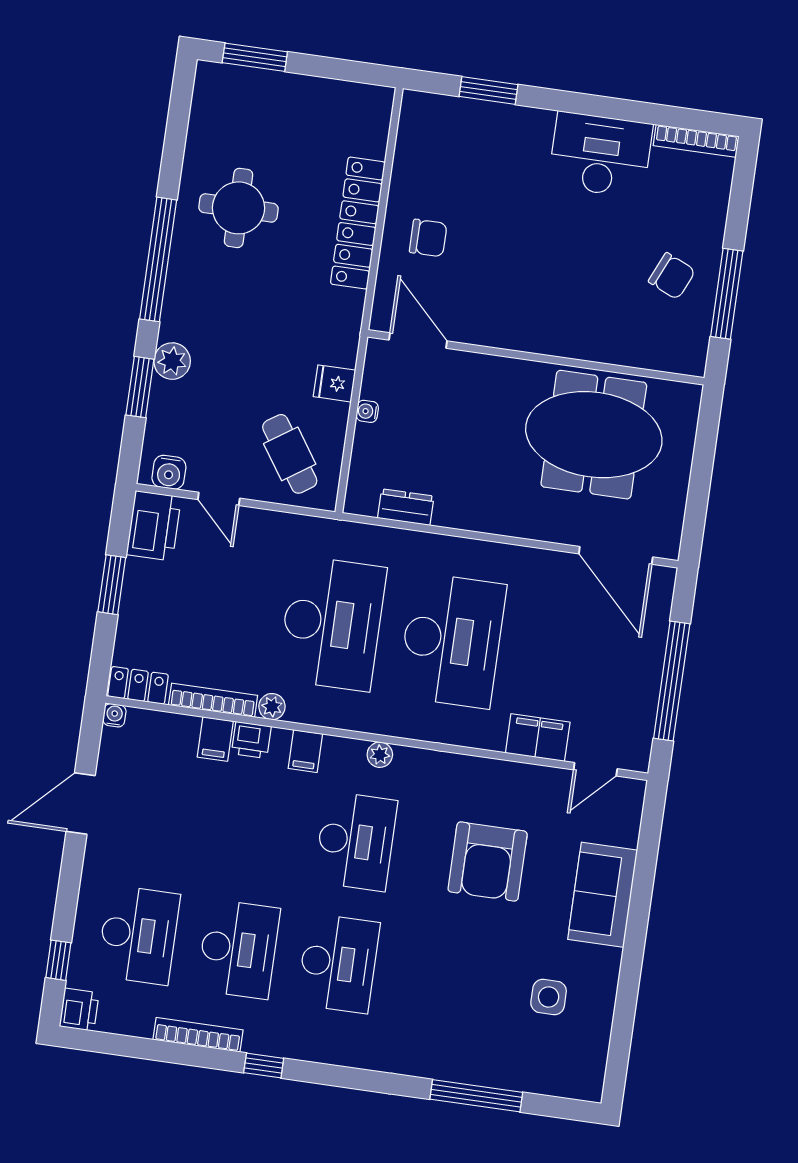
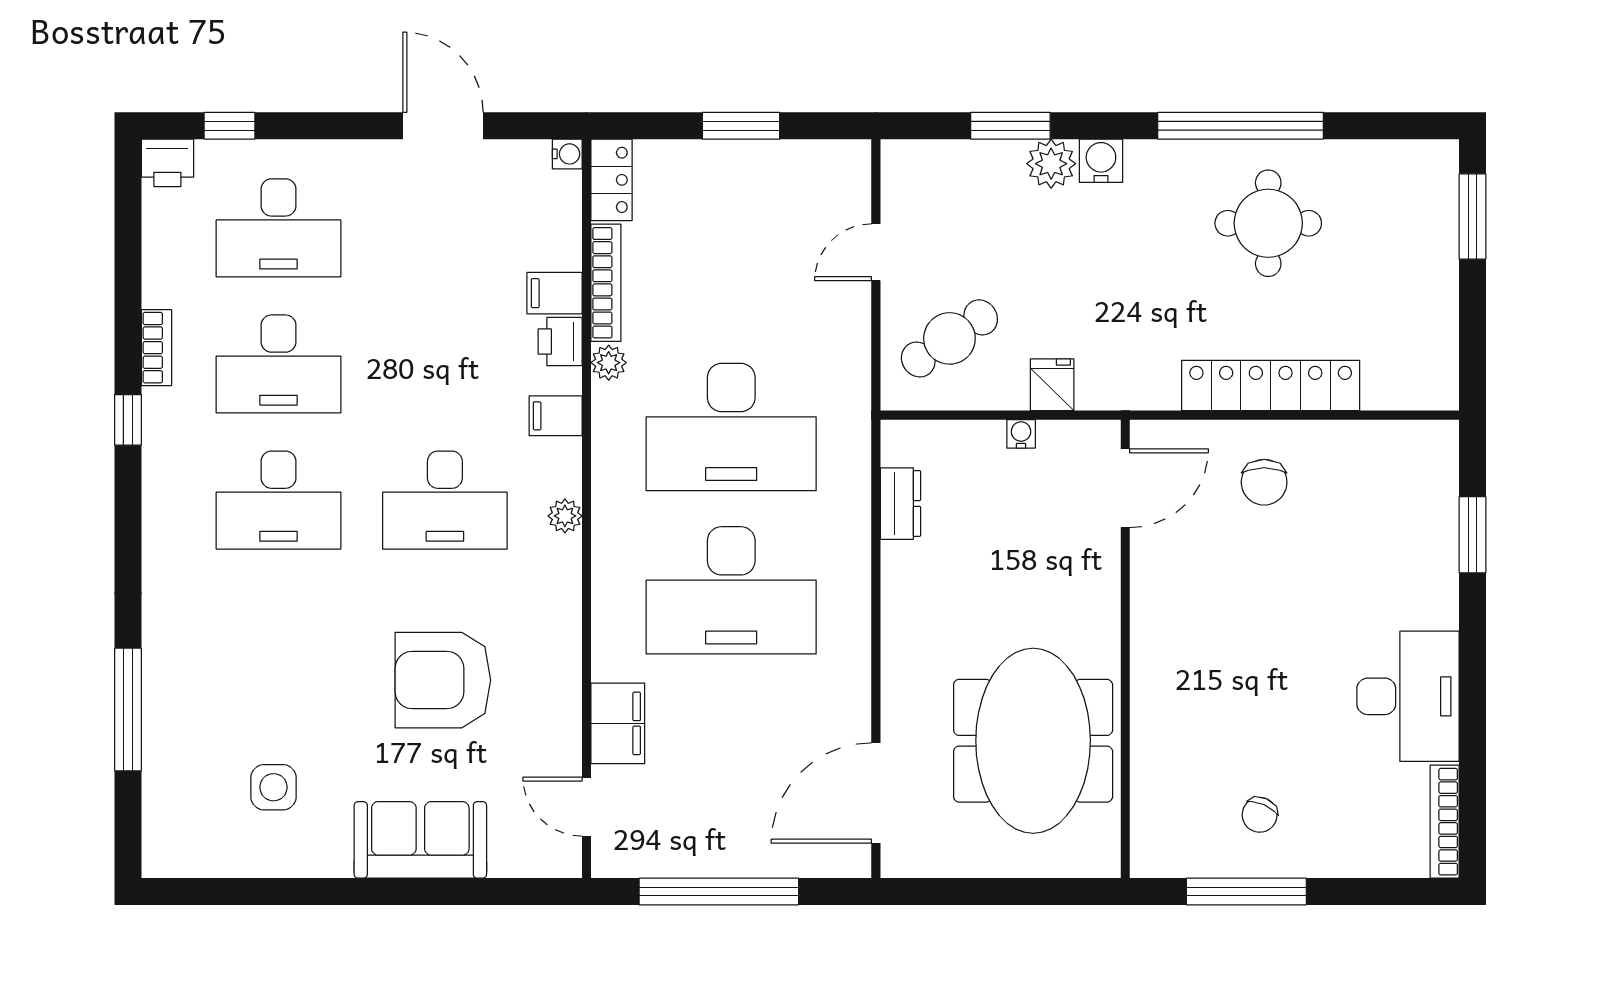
window: (158, 259) -> (1241, 126), moved
chair: (672, 276) -> (1260, 815), width x0.73, depth x0.73
water cooler: (169, 472) -> (1101, 161), moved, turned 90
printer: (154, 526) -> (828, 171), removed
bookcase: (198, 1035) -> (156, 348), width x0.64

